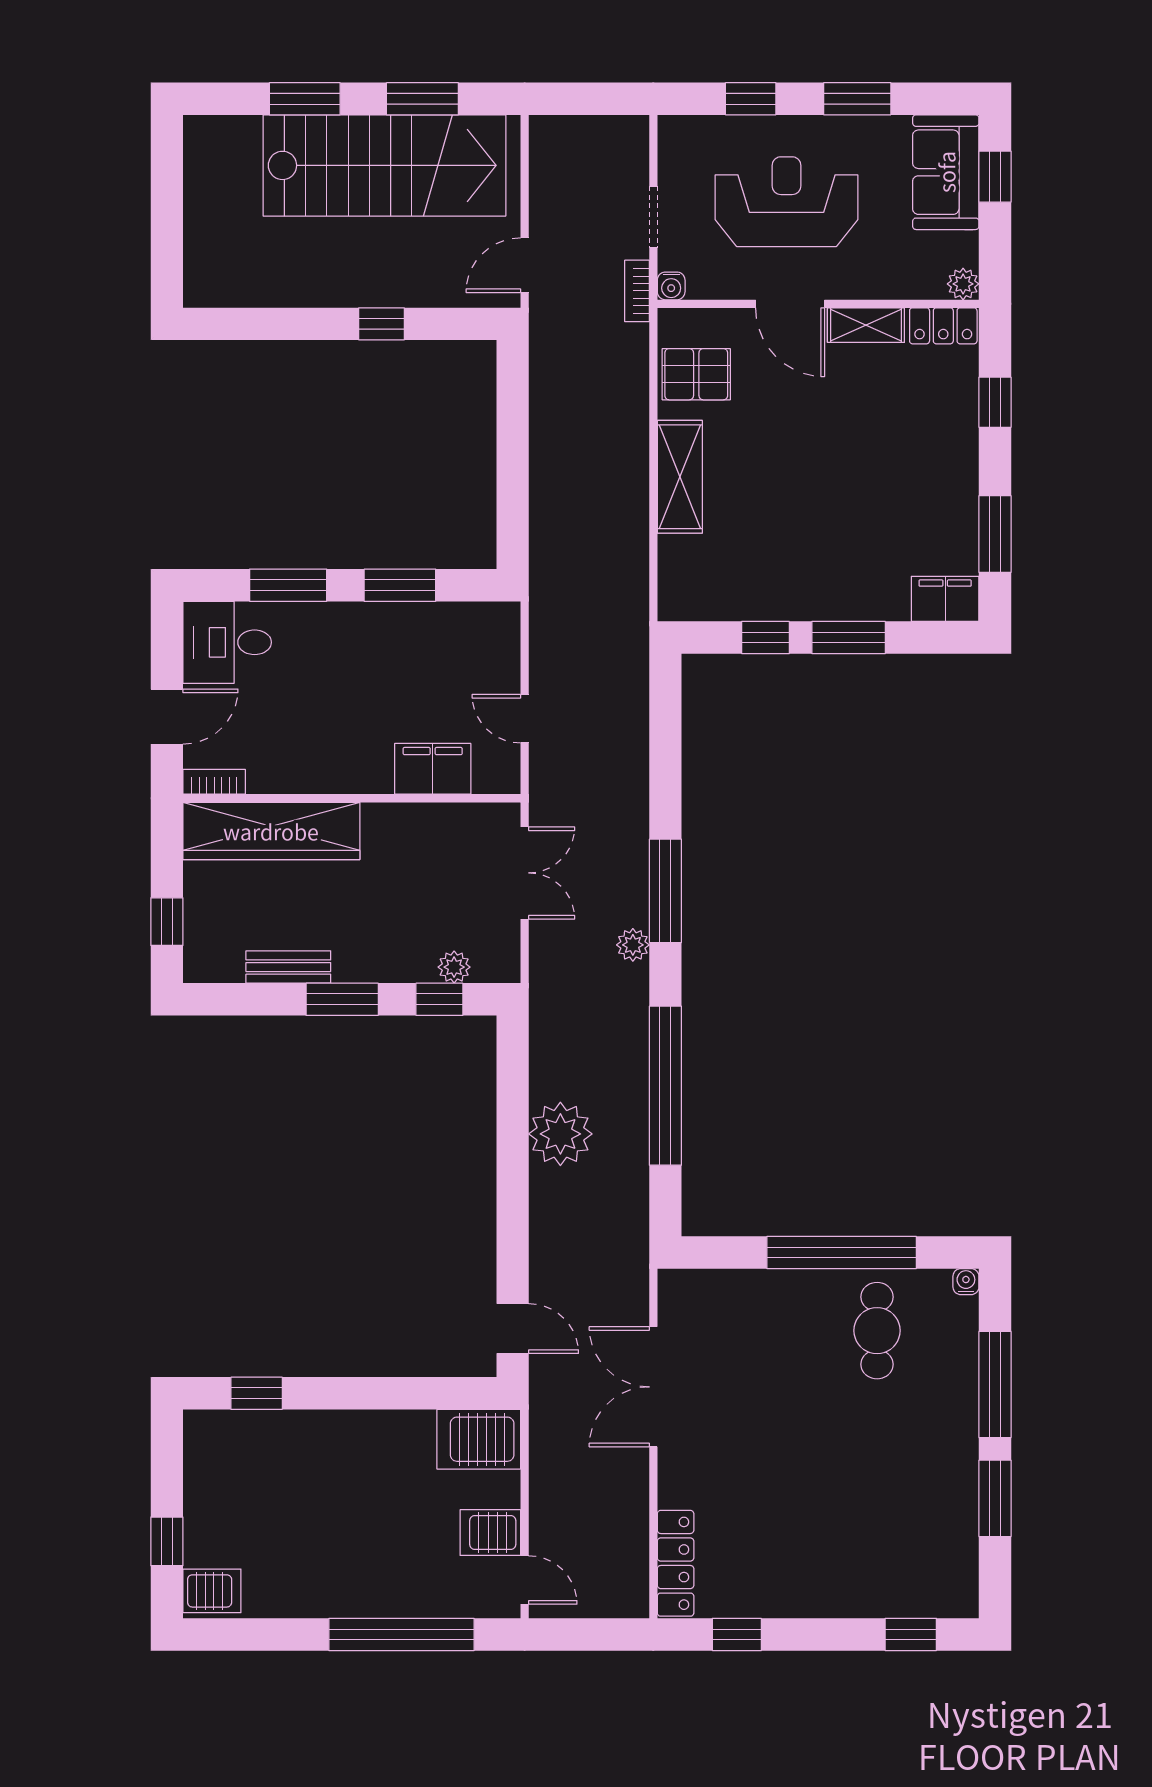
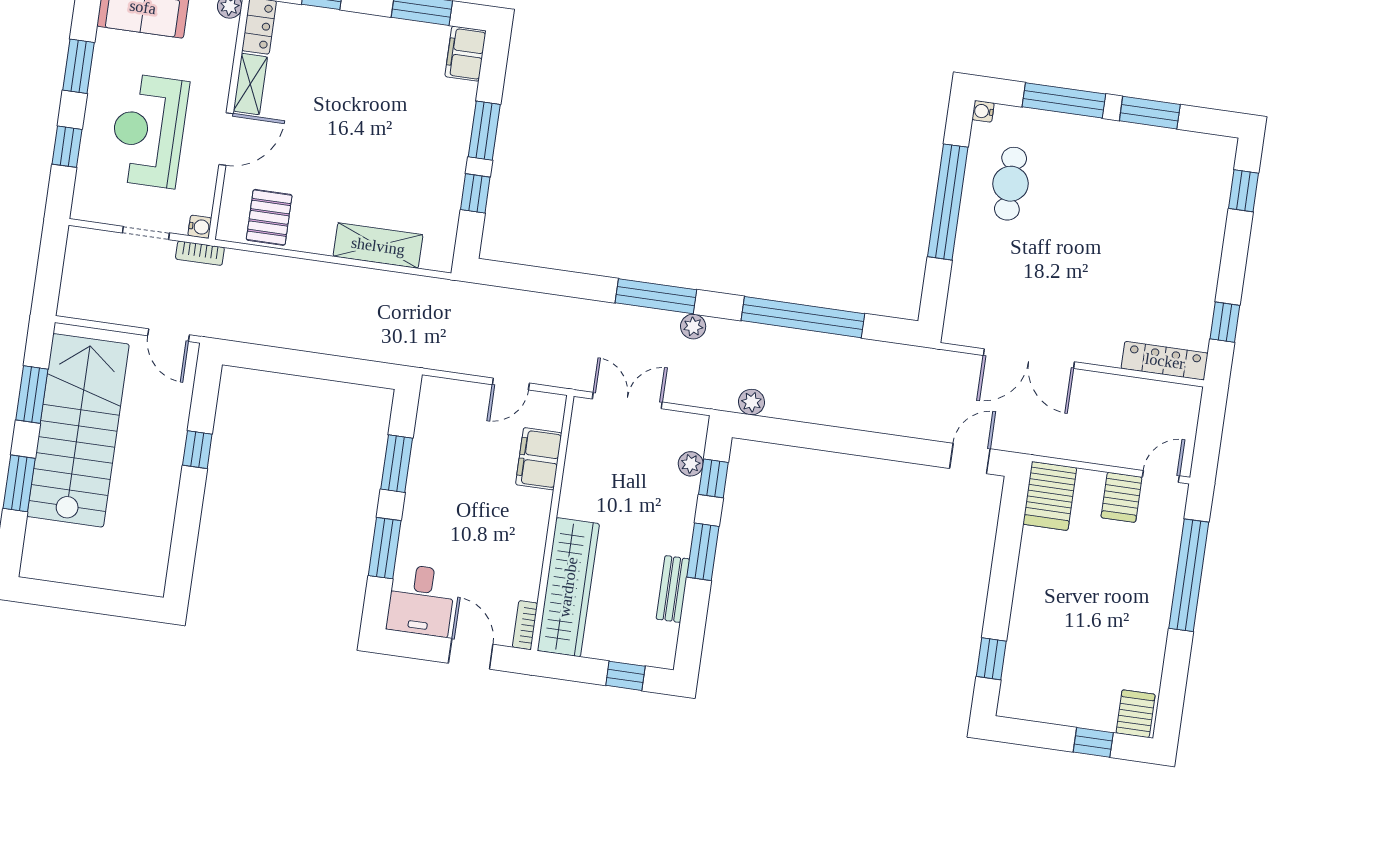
shelving: (680, 477) -> (378, 246), moved
plant: (560, 1134) -> (751, 402), moved, width x0.53, depth x0.53
cafe table: (877, 1331) -> (1011, 184), turned 90

